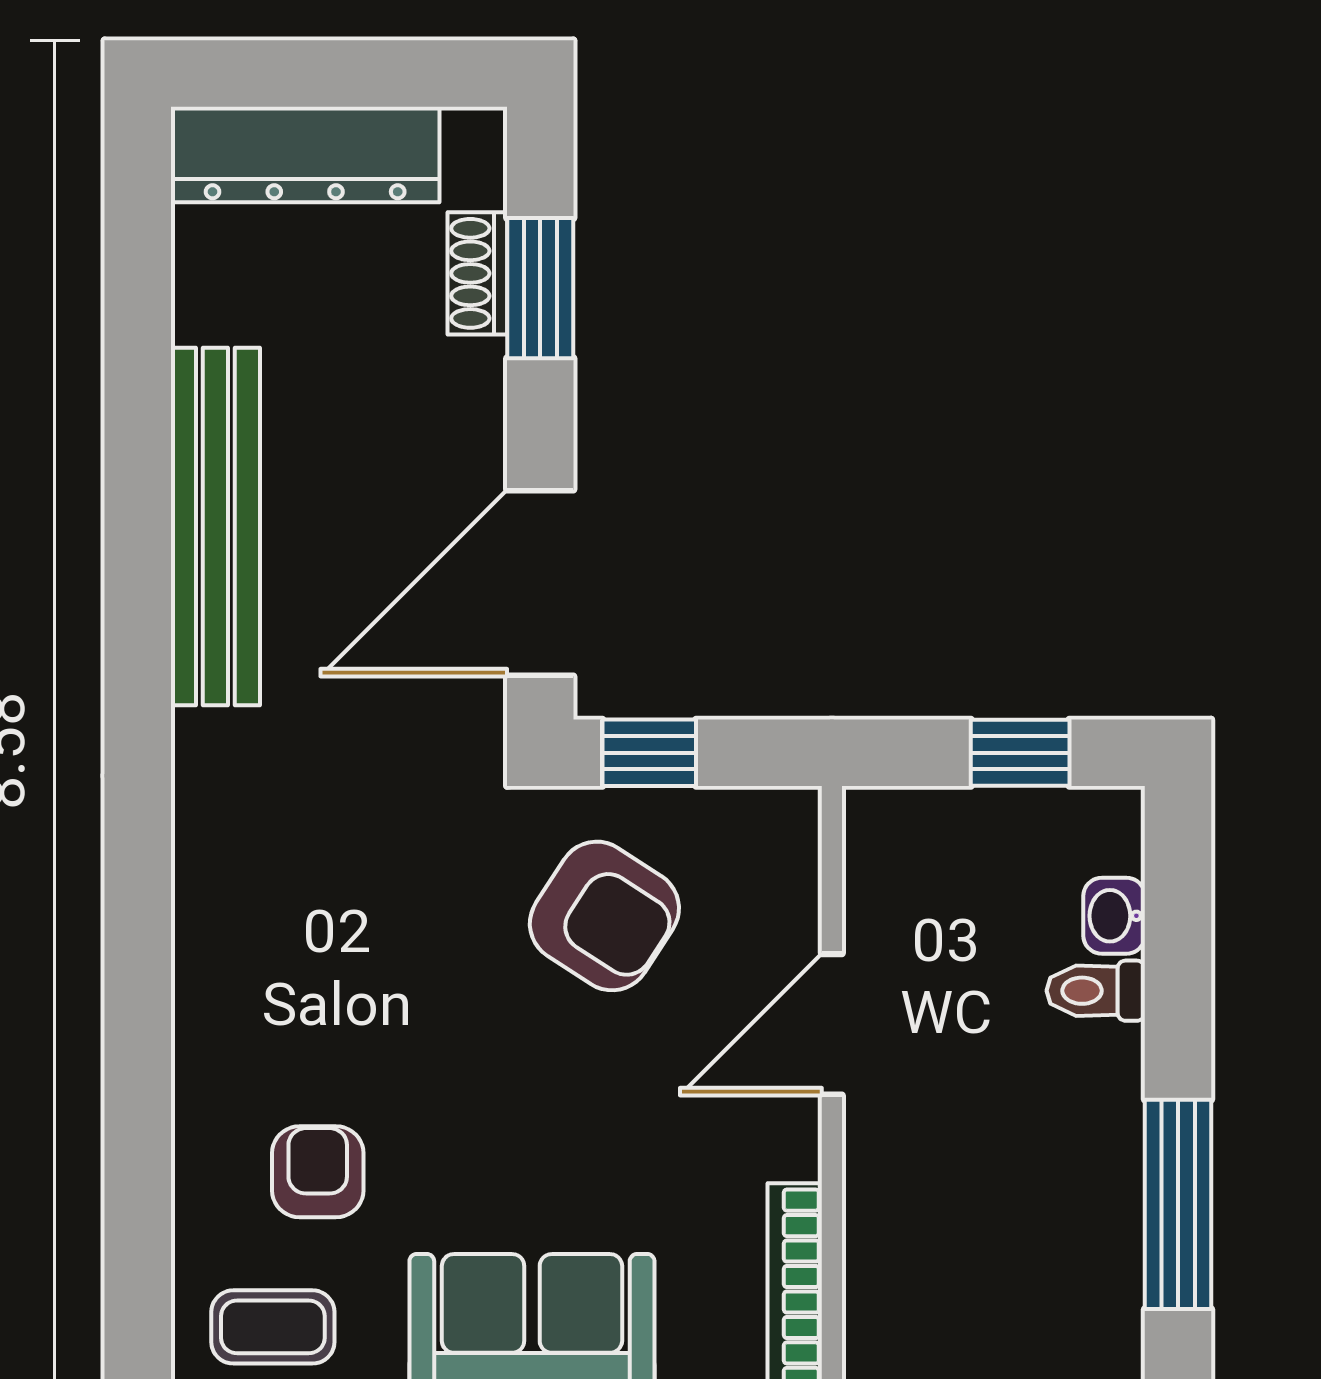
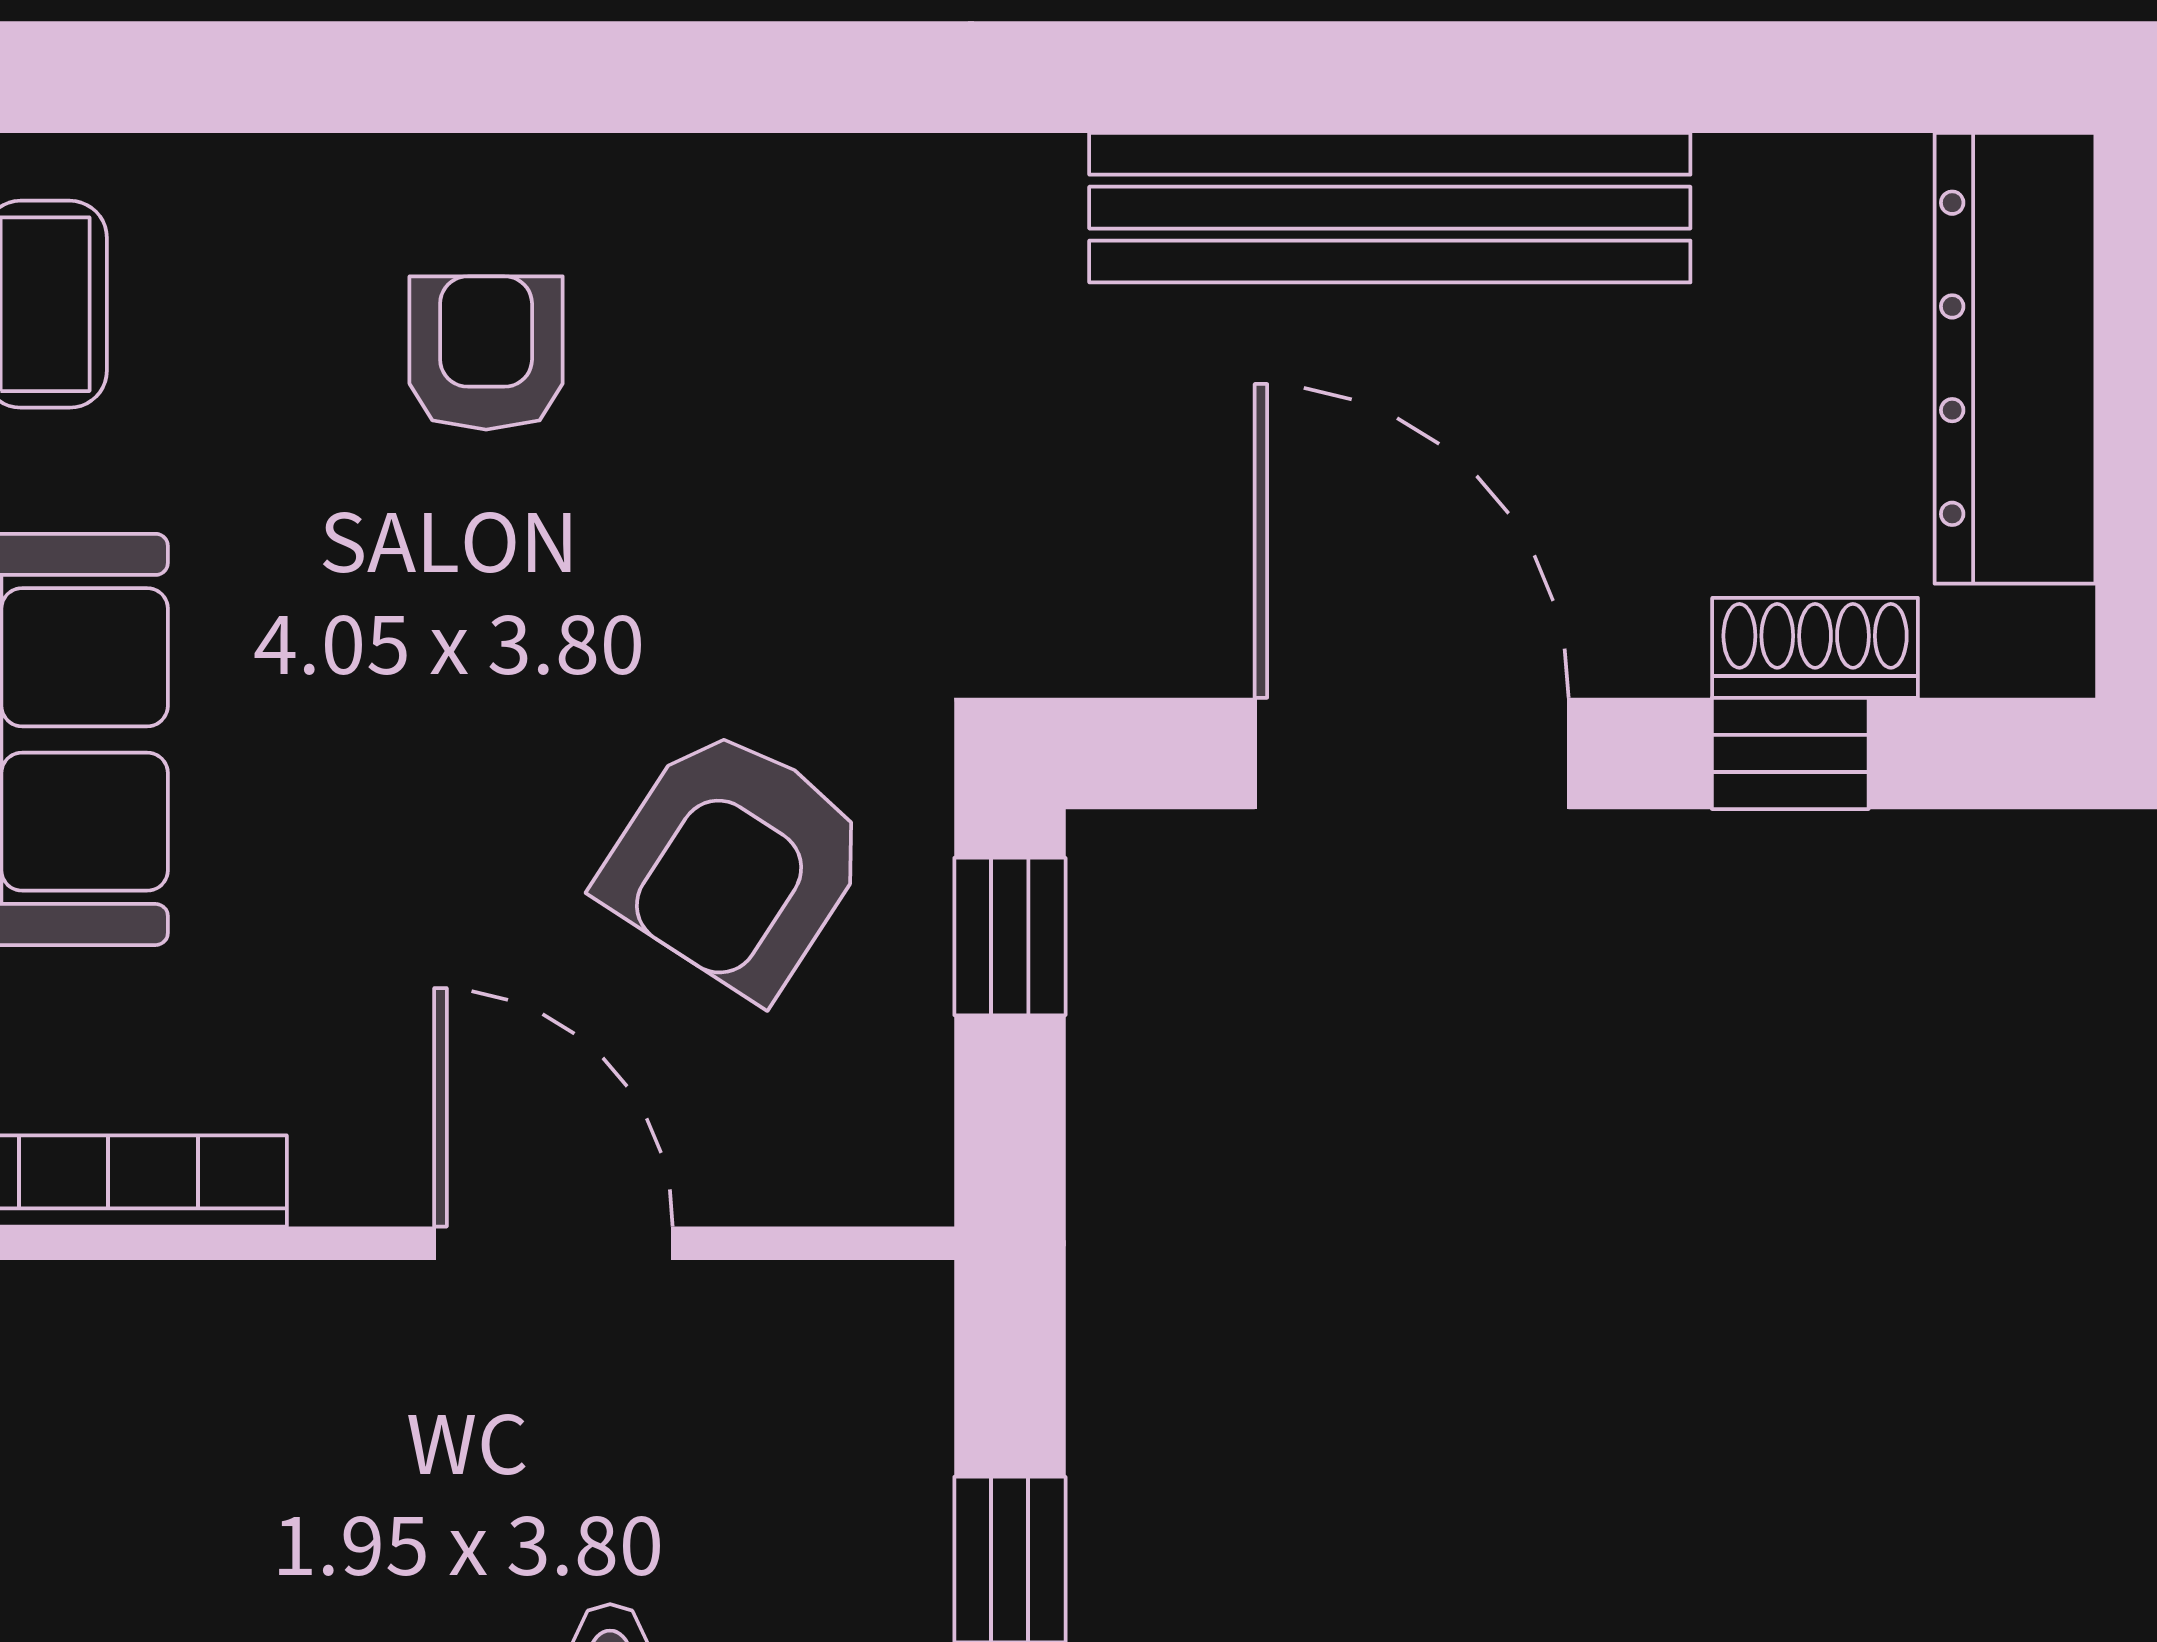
window: (540, 288) -> (1790, 753), width x0.67
door: (540, 583) -> (1412, 753), moved
armchair: (318, 1172) -> (486, 353), moved, turned -90

